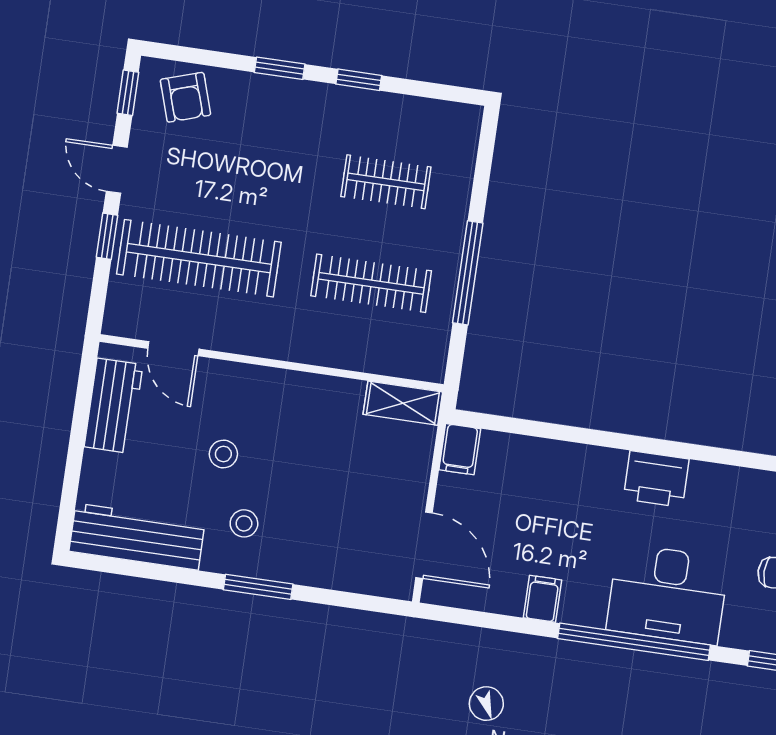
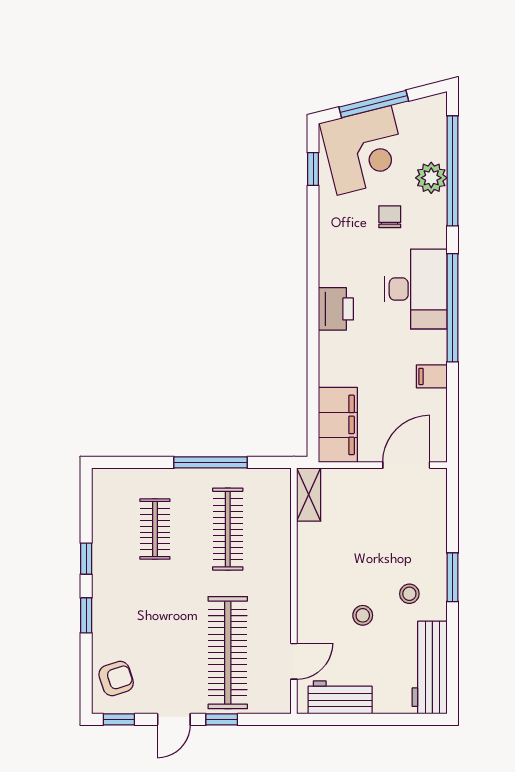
filing cabinet: (460, 449) -> (338, 425), width x3.00, depth x1.17

